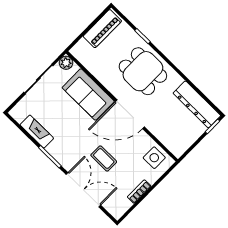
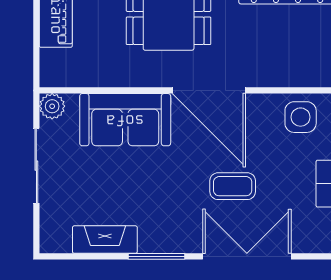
door: (130, 114) -> (209, 90), hinge flipped

